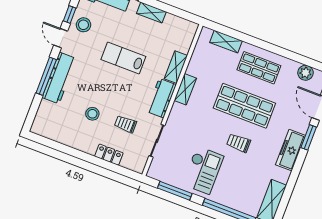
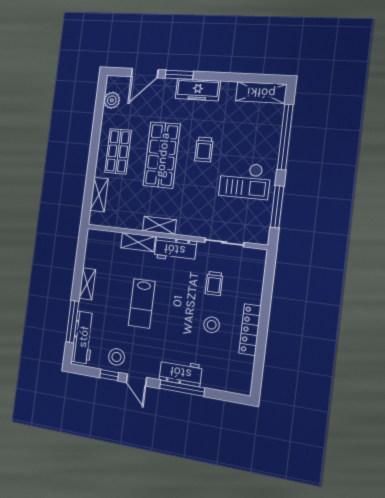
door: (61, 38) -> (136, 380), hinge flipped
workbench: (59, 78) -> (181, 373), width x0.73
locker: (109, 155) -> (250, 330), moved, width x1.53
checkout: (203, 170) -> (245, 181), turned 180

